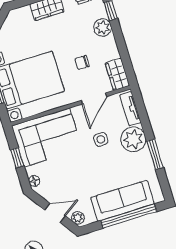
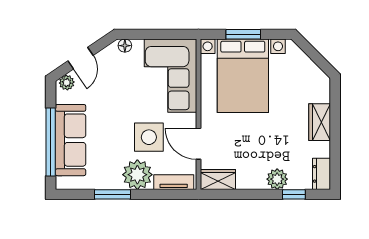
chair: (82, 63) -> (244, 143), removed
side table: (101, 139) -> (149, 137), width x1.87, depth x1.87
window: (17, 158) -> (158, 34), removed

